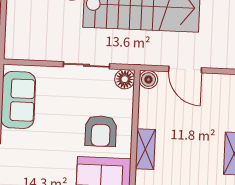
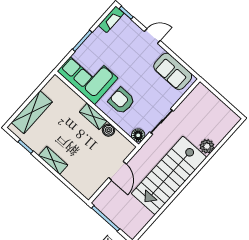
door: (185, 70) -> (117, 171), swing flipped
boiler: (148, 80) -> (109, 130), moved

